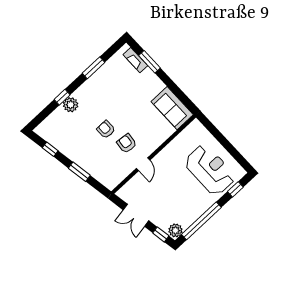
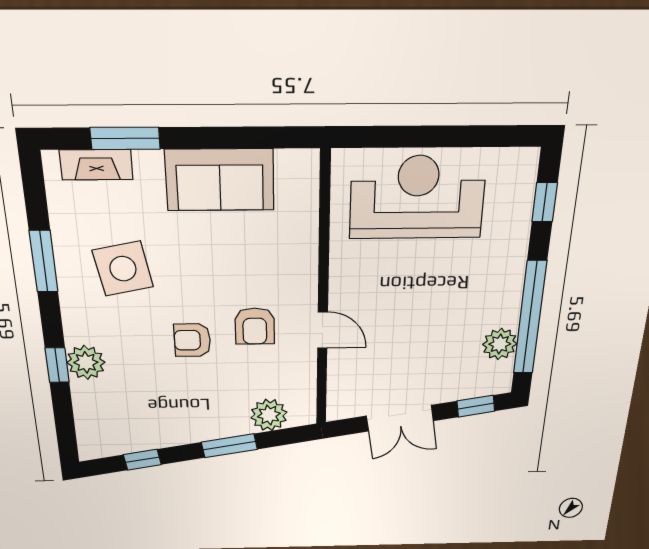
side table: (111, 91) -> (123, 269), added
sofa: (172, 108) -> (220, 180), moved
armchair: (127, 143) -> (255, 326), turned -96
reception desk: (210, 170) -> (417, 197), moved
plant: (101, 174) -> (269, 415), added
plant: (175, 230) -> (500, 344), moved

